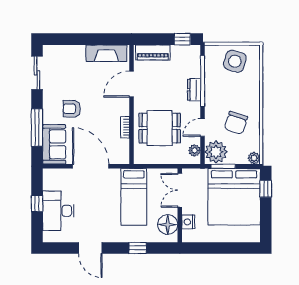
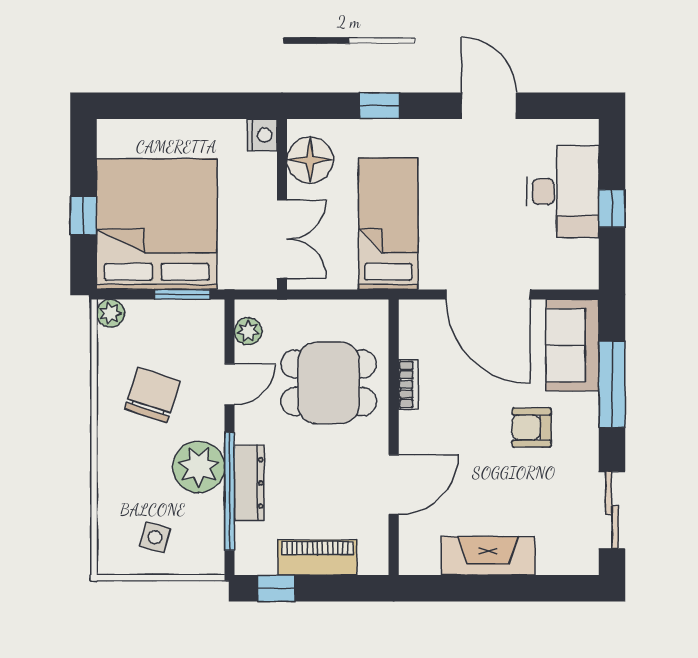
piano: (153, 52) -> (318, 558), moved
fireplace: (106, 53) -> (488, 556), moved
side table: (235, 61) -> (155, 537), width x0.54, depth x0.54
dresser: (194, 90) -> (249, 483), width x1.44
armchair: (72, 109) -> (532, 427), turned 180
plant: (216, 152) -> (199, 467), moved
window: (266, 189) -> (83, 215), moved
nightstand: (188, 222) -> (262, 135), moved

